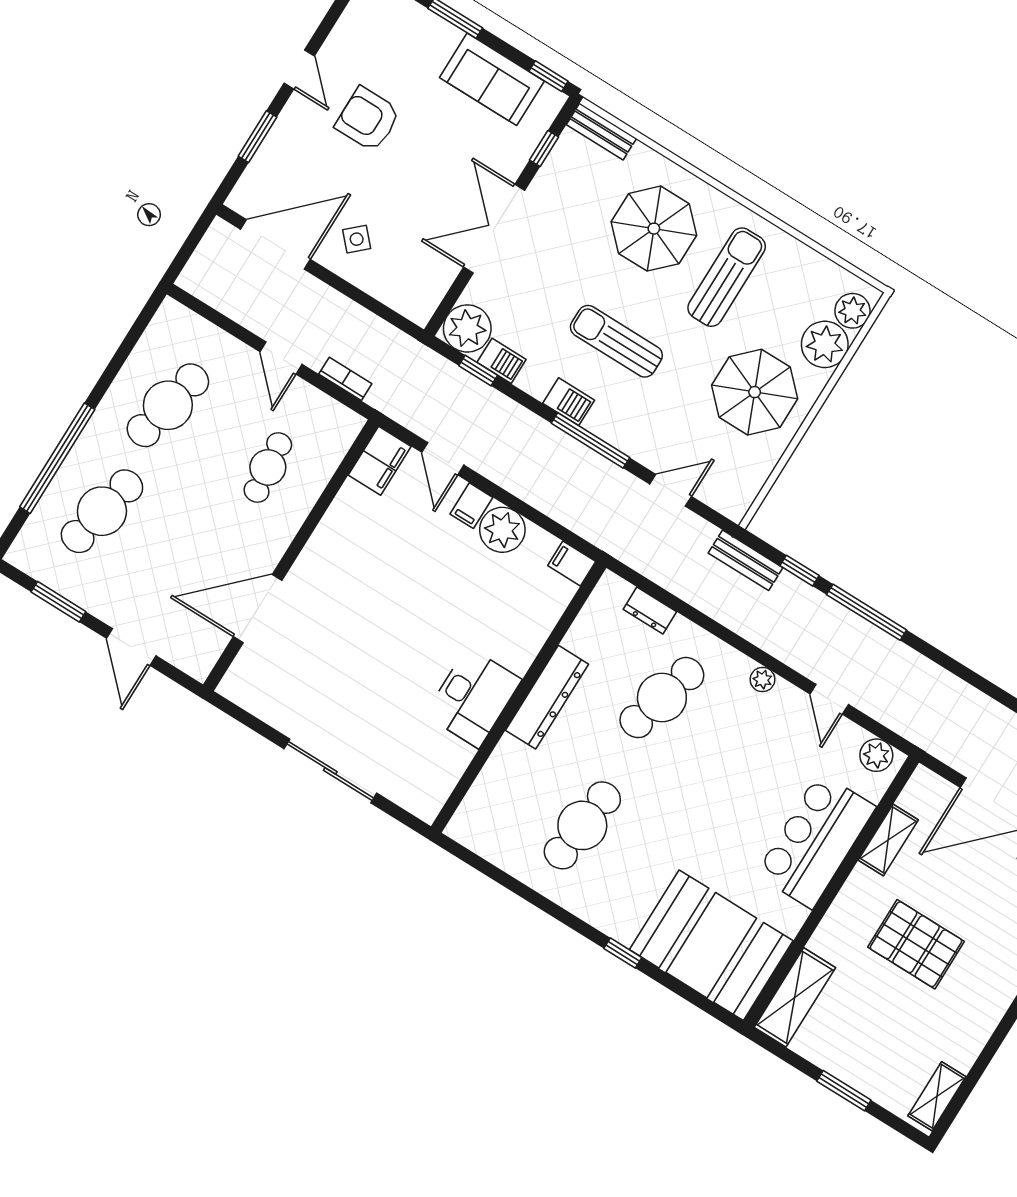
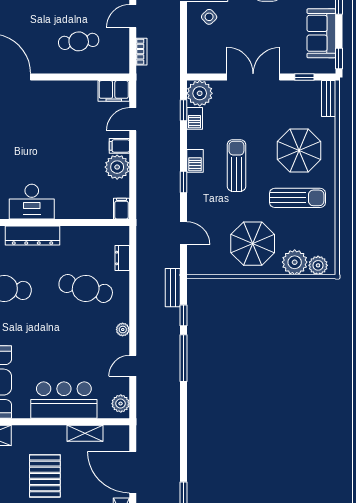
window: (590, 440) -> (183, 182), width x0.46
dresser: (547, 697) -> (32, 236), moved

